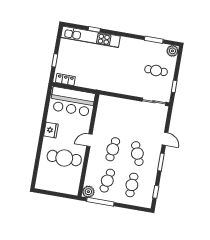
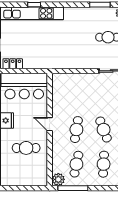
door: (89, 140) -> (50, 124), hinge flipped
cafe table: (64, 158) -> (26, 148), width x0.73, depth x0.74

